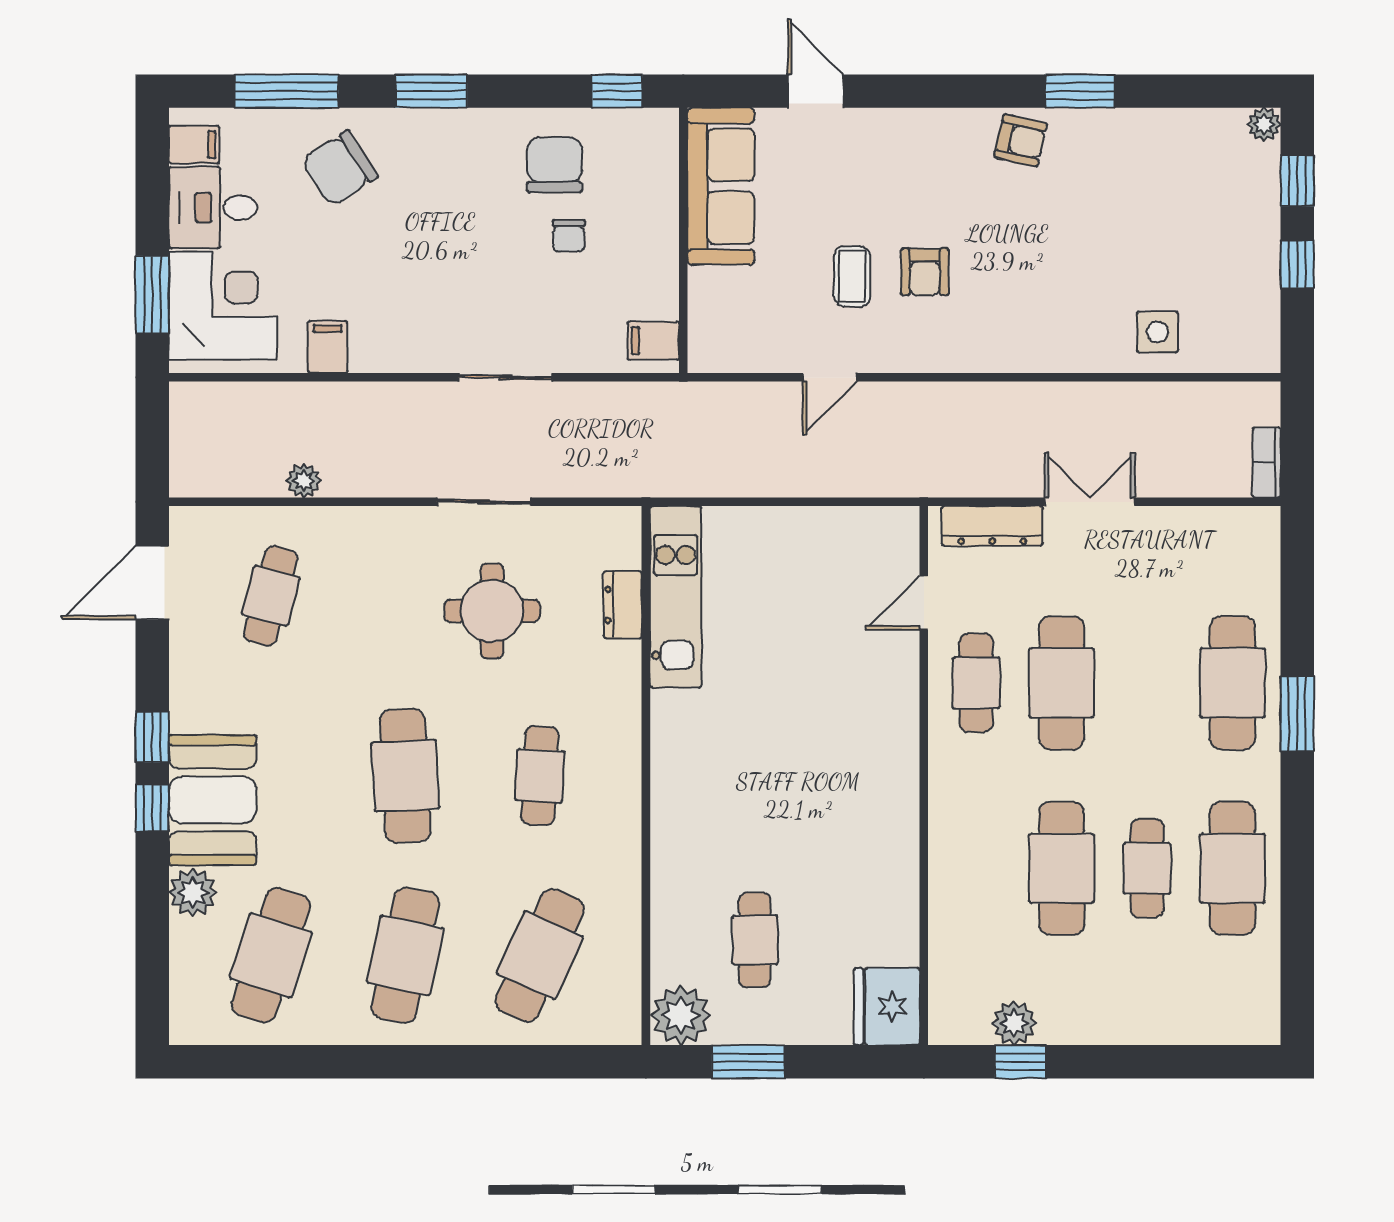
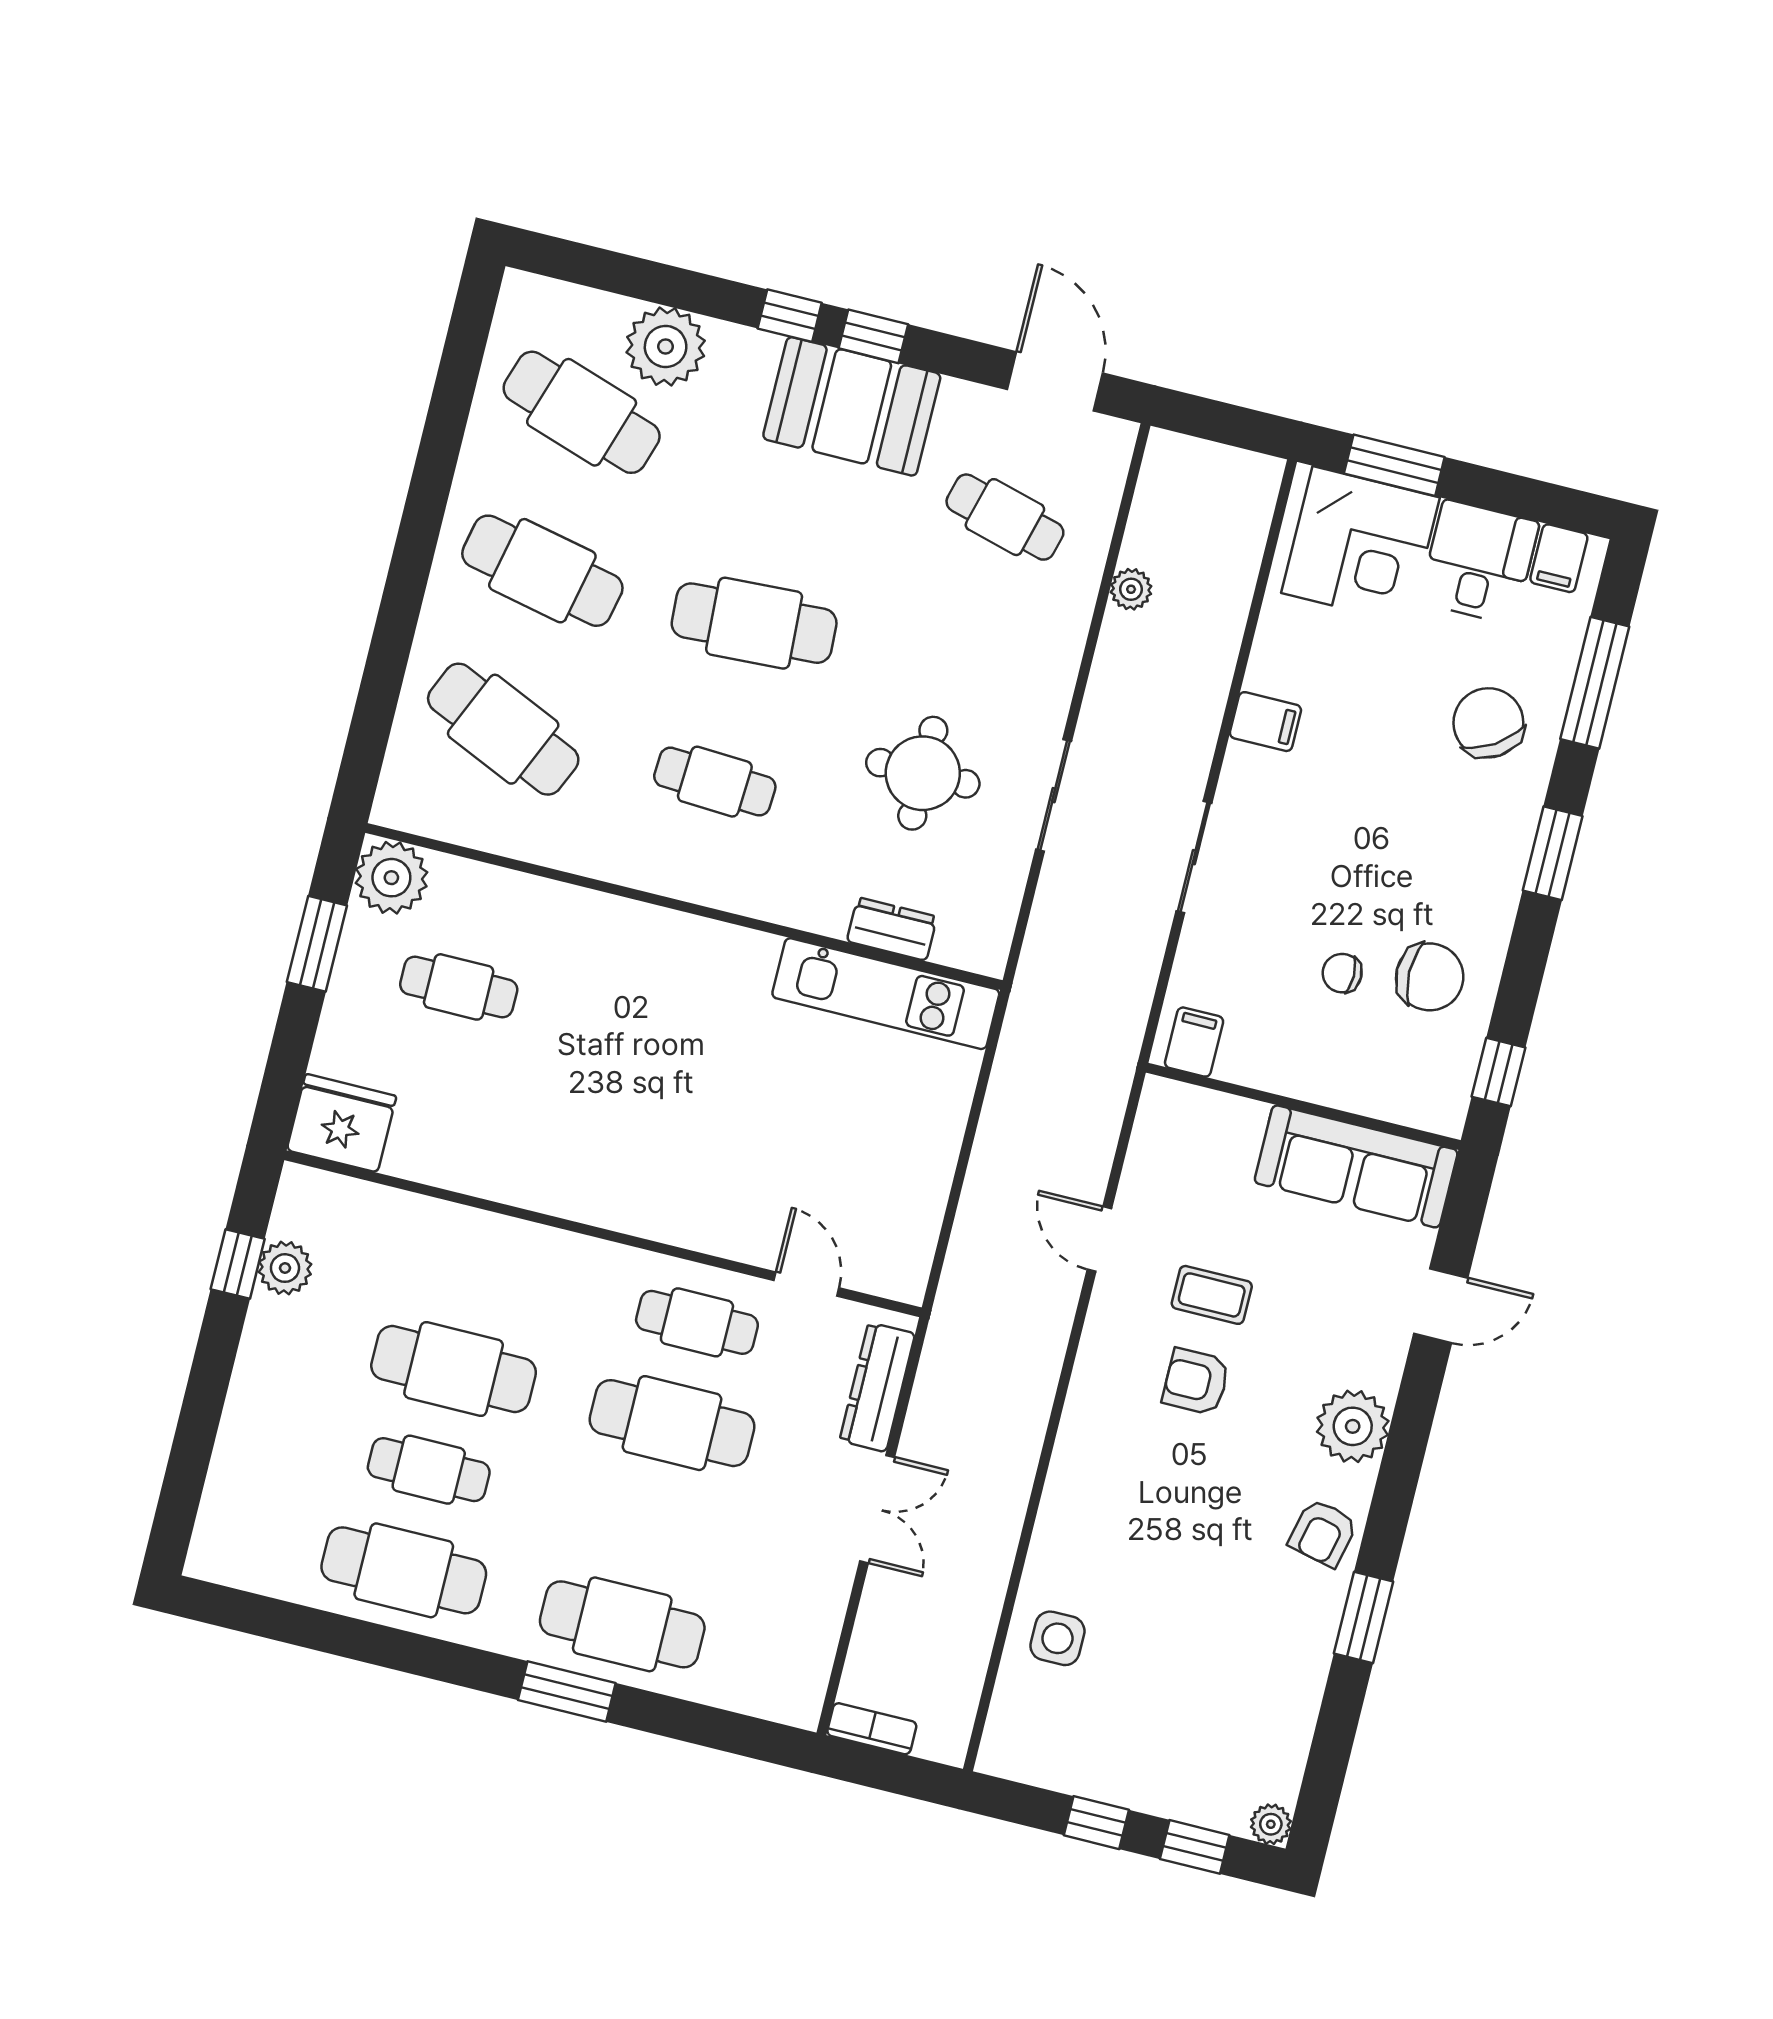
plant: (929, 138) -> (1353, 1426), added
filing cabinet: (328, 347) -> (1265, 722), moved
booth: (213, 800) -> (852, 406), moved
plant: (193, 892) -> (666, 346), width x1.36, depth x1.36

